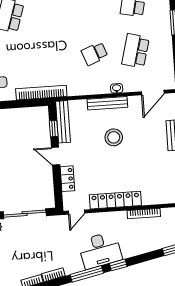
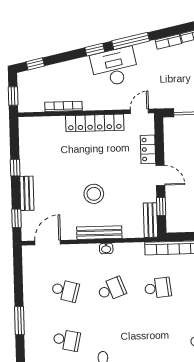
school desk: (135, 51) -> (65, 291), width x0.54
school desk: (54, 56) -> (158, 288), added
washbasin: (117, 88) -> (106, 249), moved
bench: (63, 122) -> (150, 220), width x0.73

